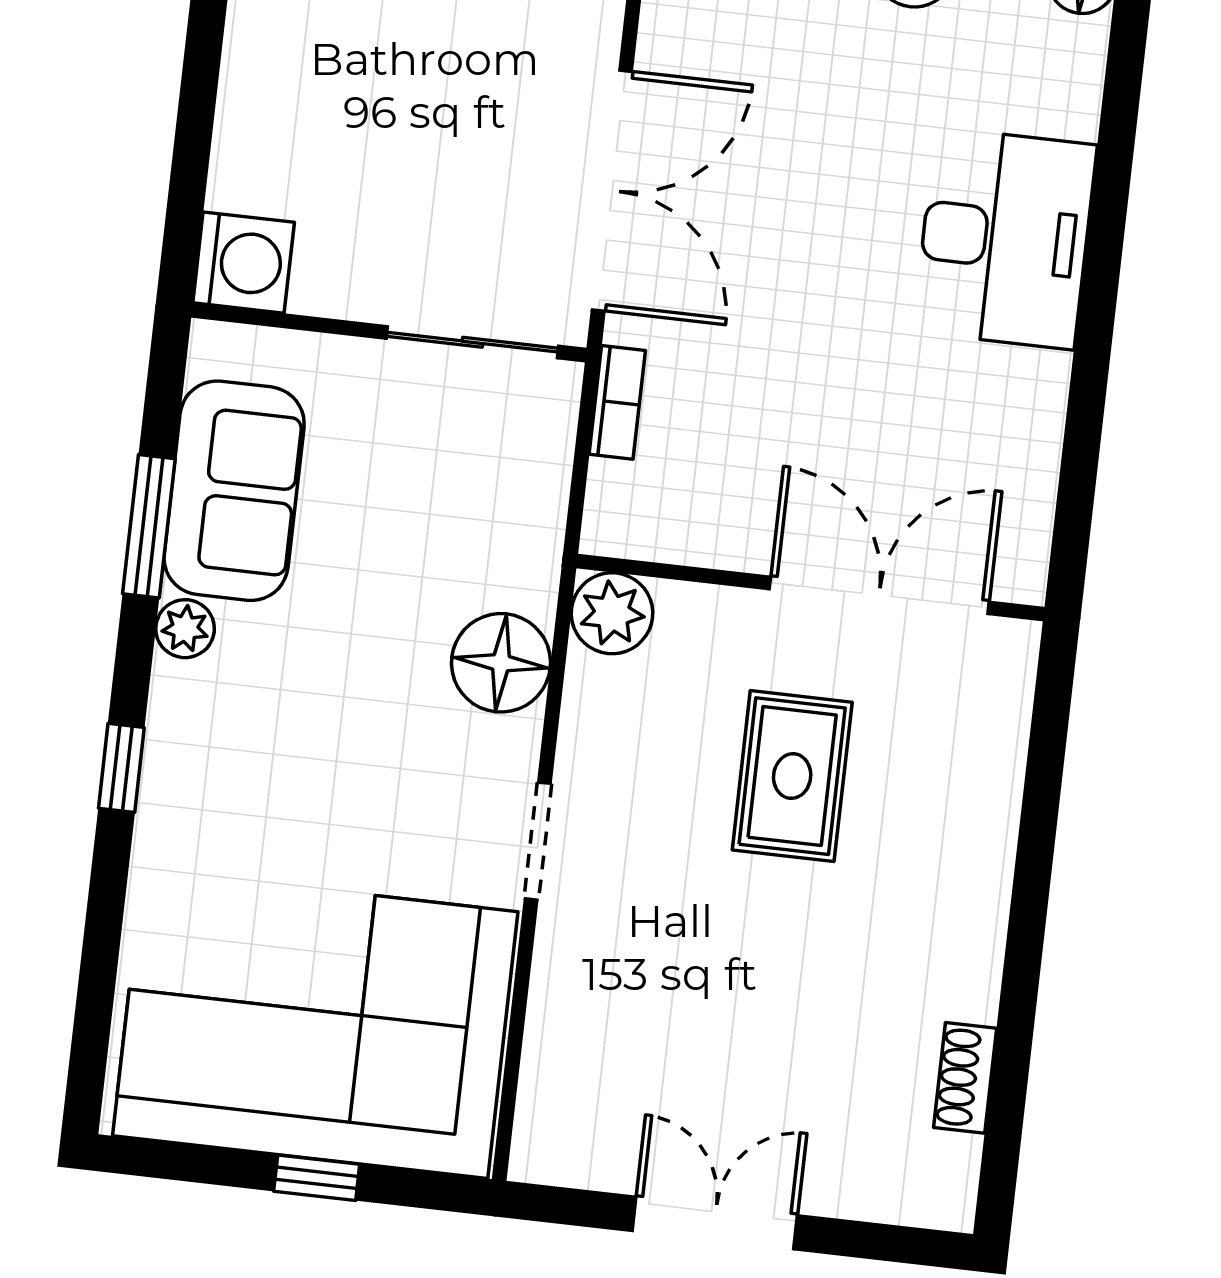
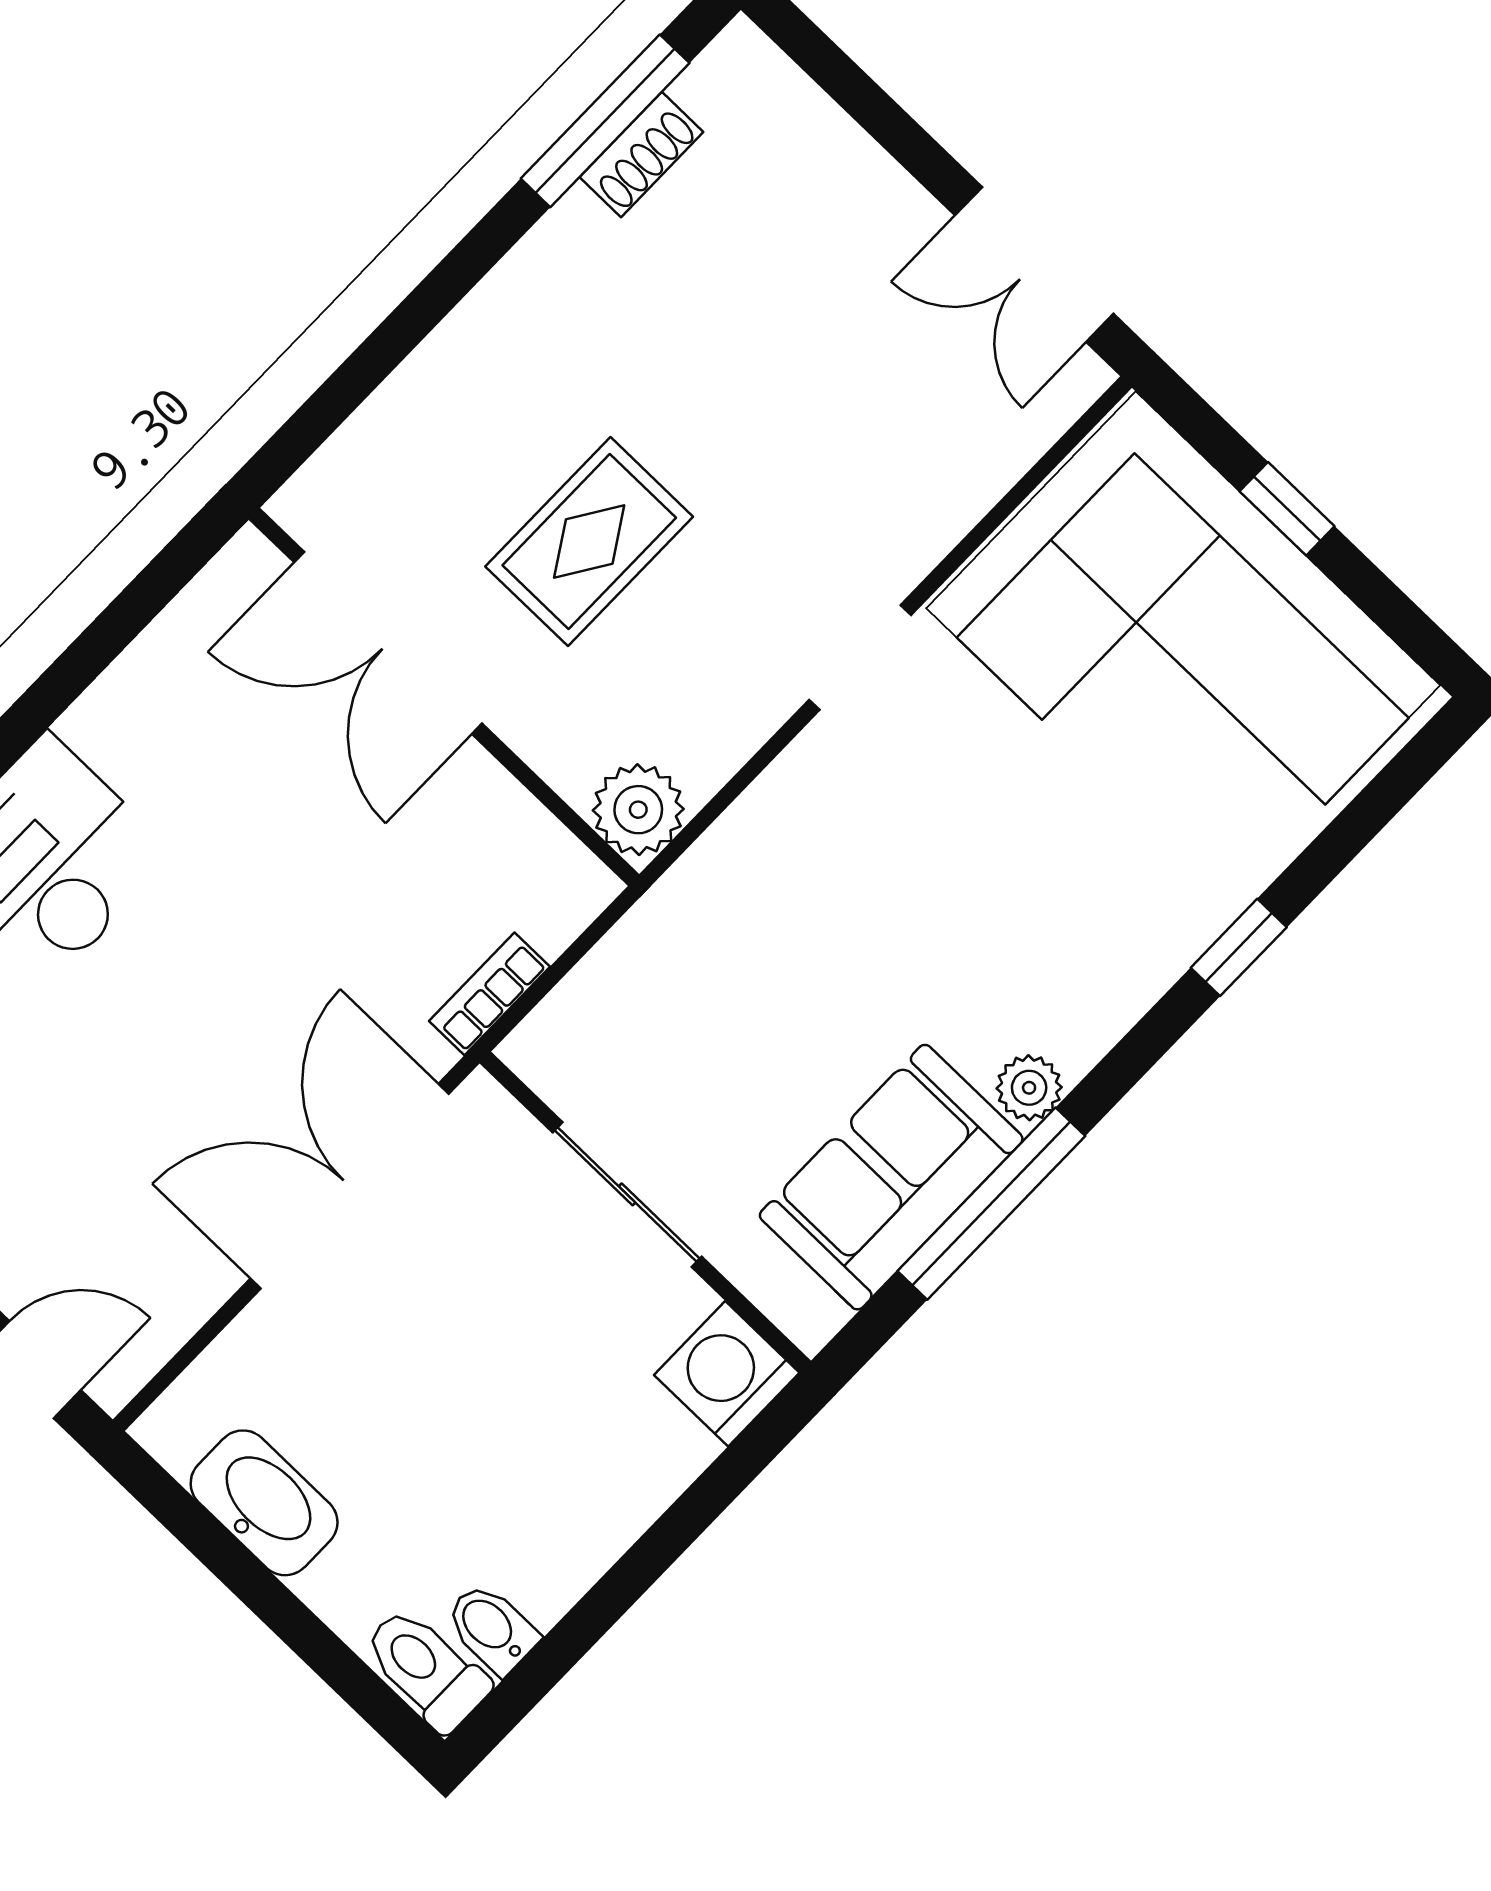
sliding door: (473, 342) -> (627, 1194), moved
window: (149, 526) -> (991, 1204), width x1.44
floor lamp: (501, 663) -> (771, 841), removed
window: (121, 768) -> (1239, 947), moved
window: (1009, 1082) -> (605, 121), added
double door: (715, 1223) -> (1034, 264), moved

